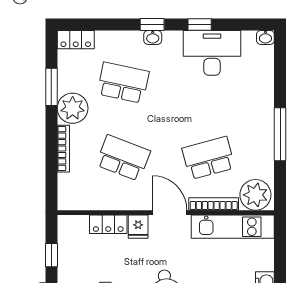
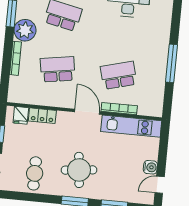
school desk: (123, 158) -> (58, 69), turned -30
plant: (255, 195) -> (150, 105), removed
fridge: (138, 227) -> (21, 115), moved

